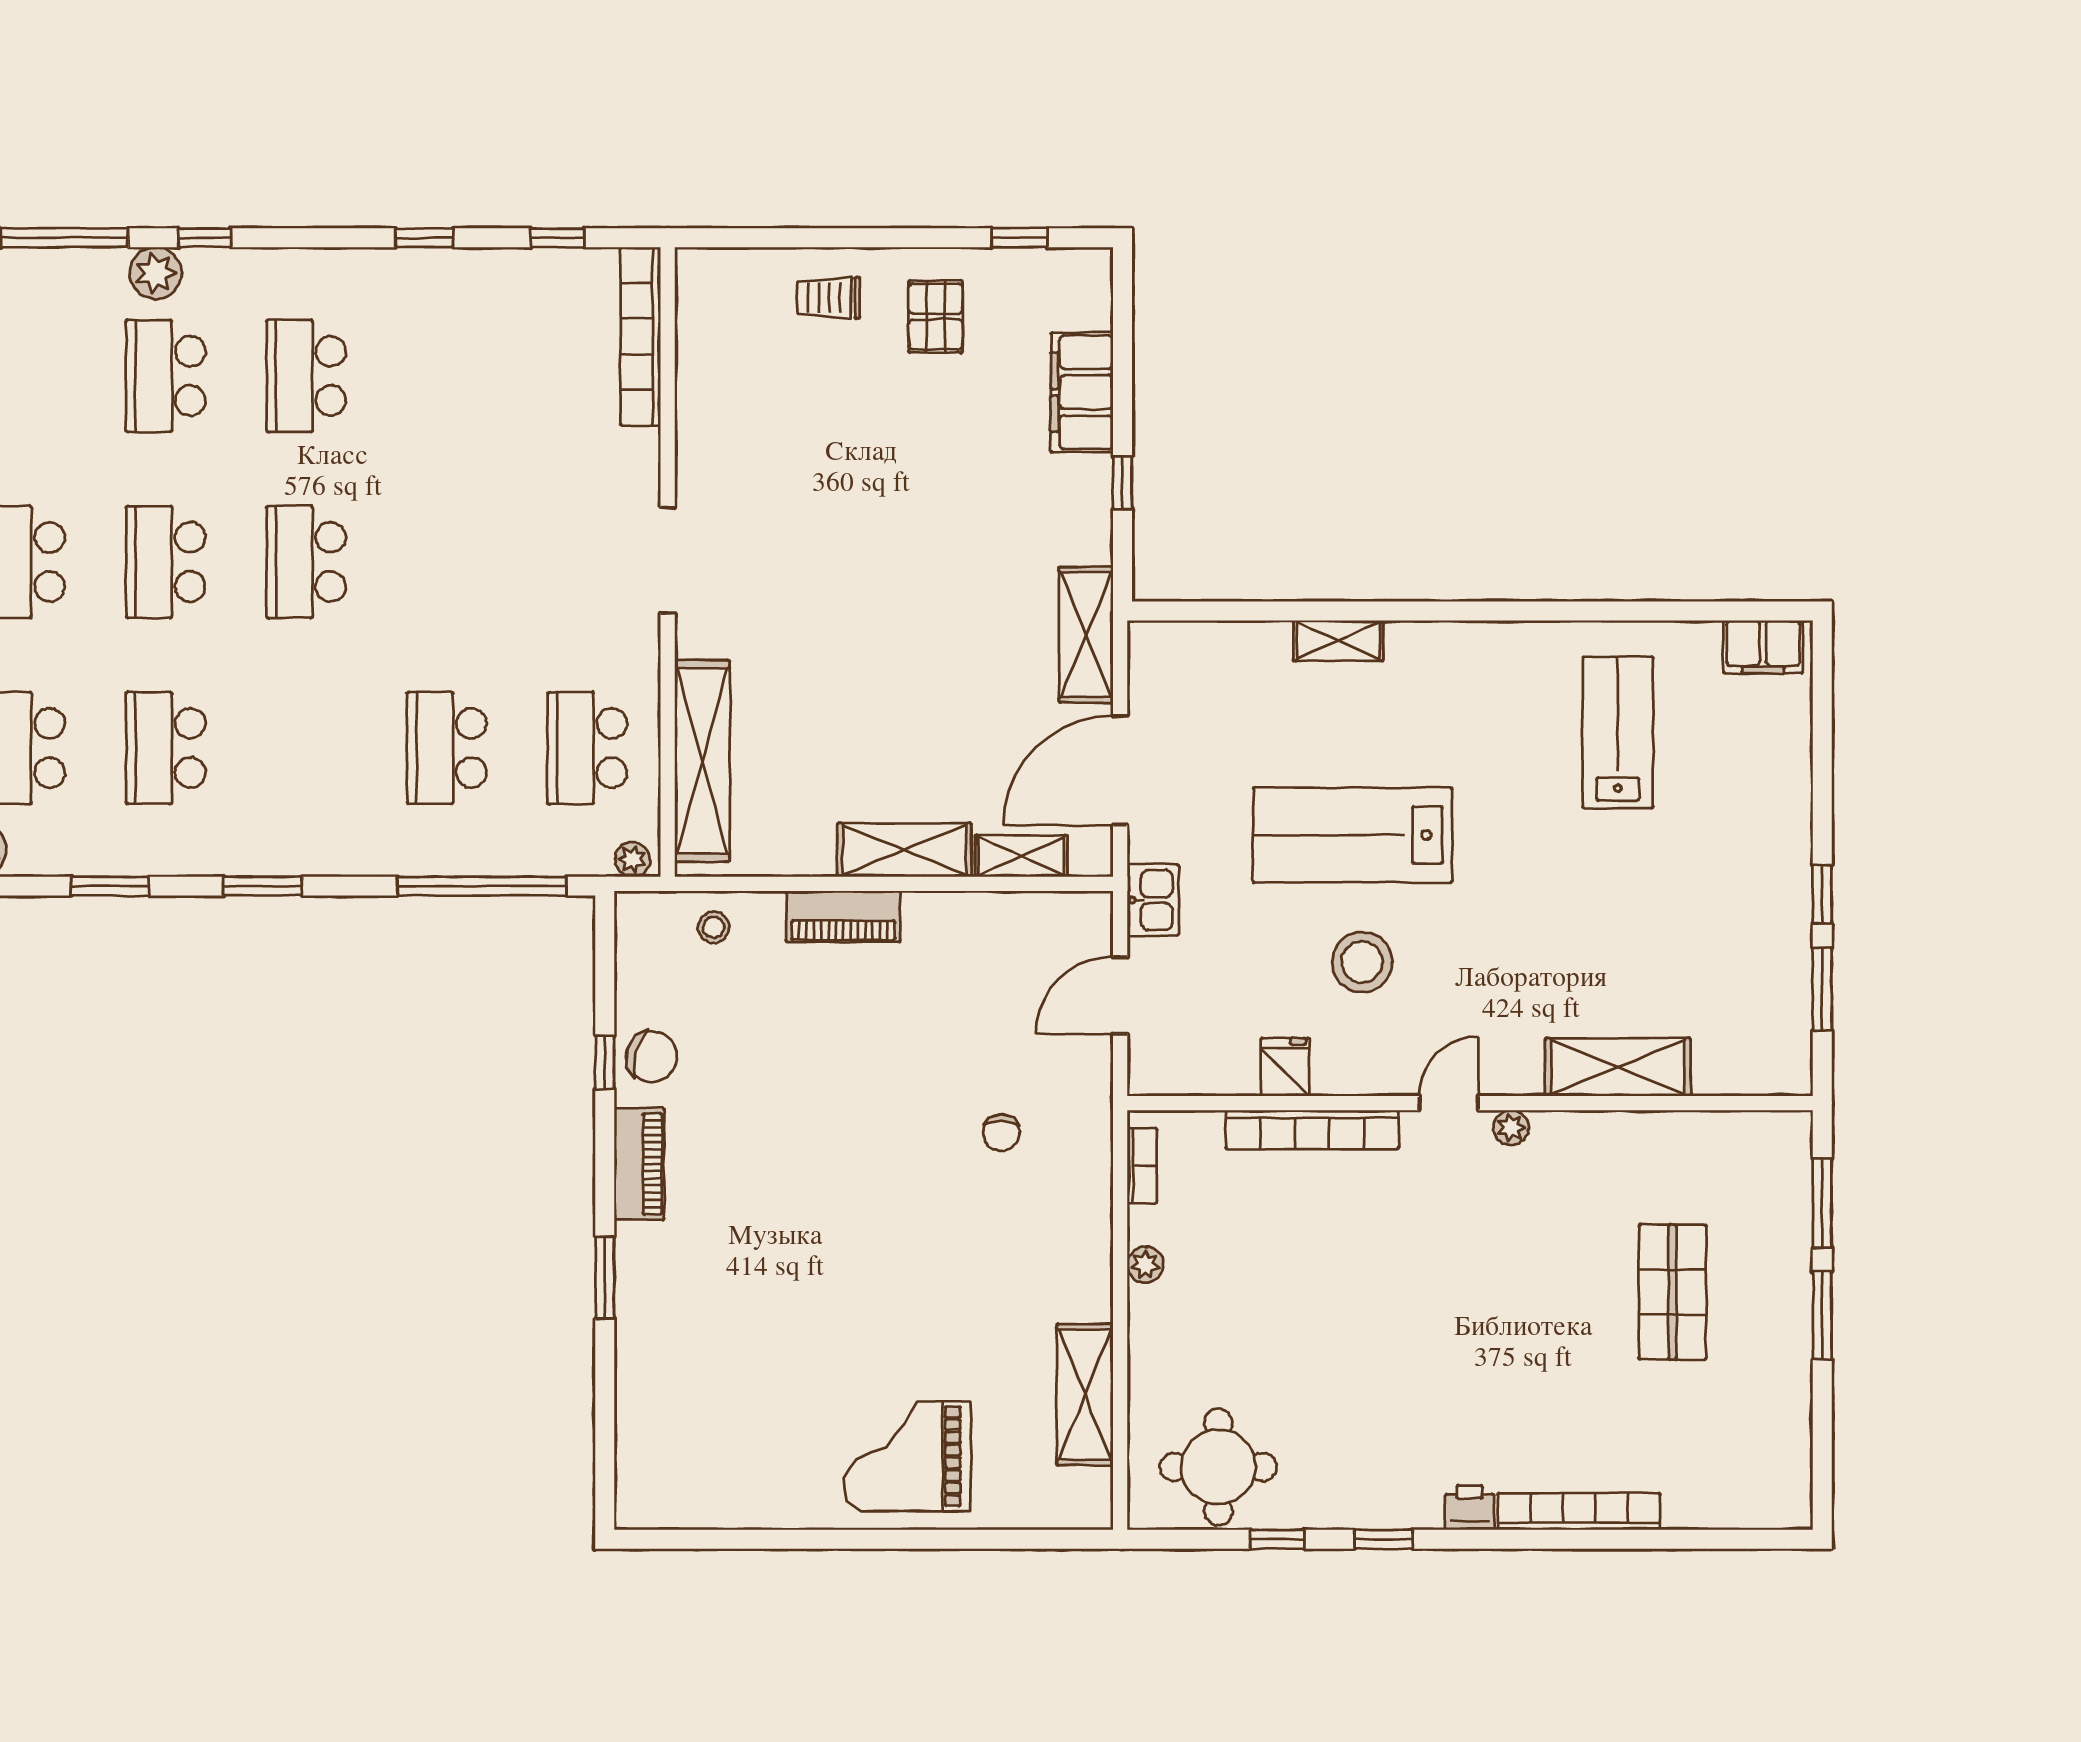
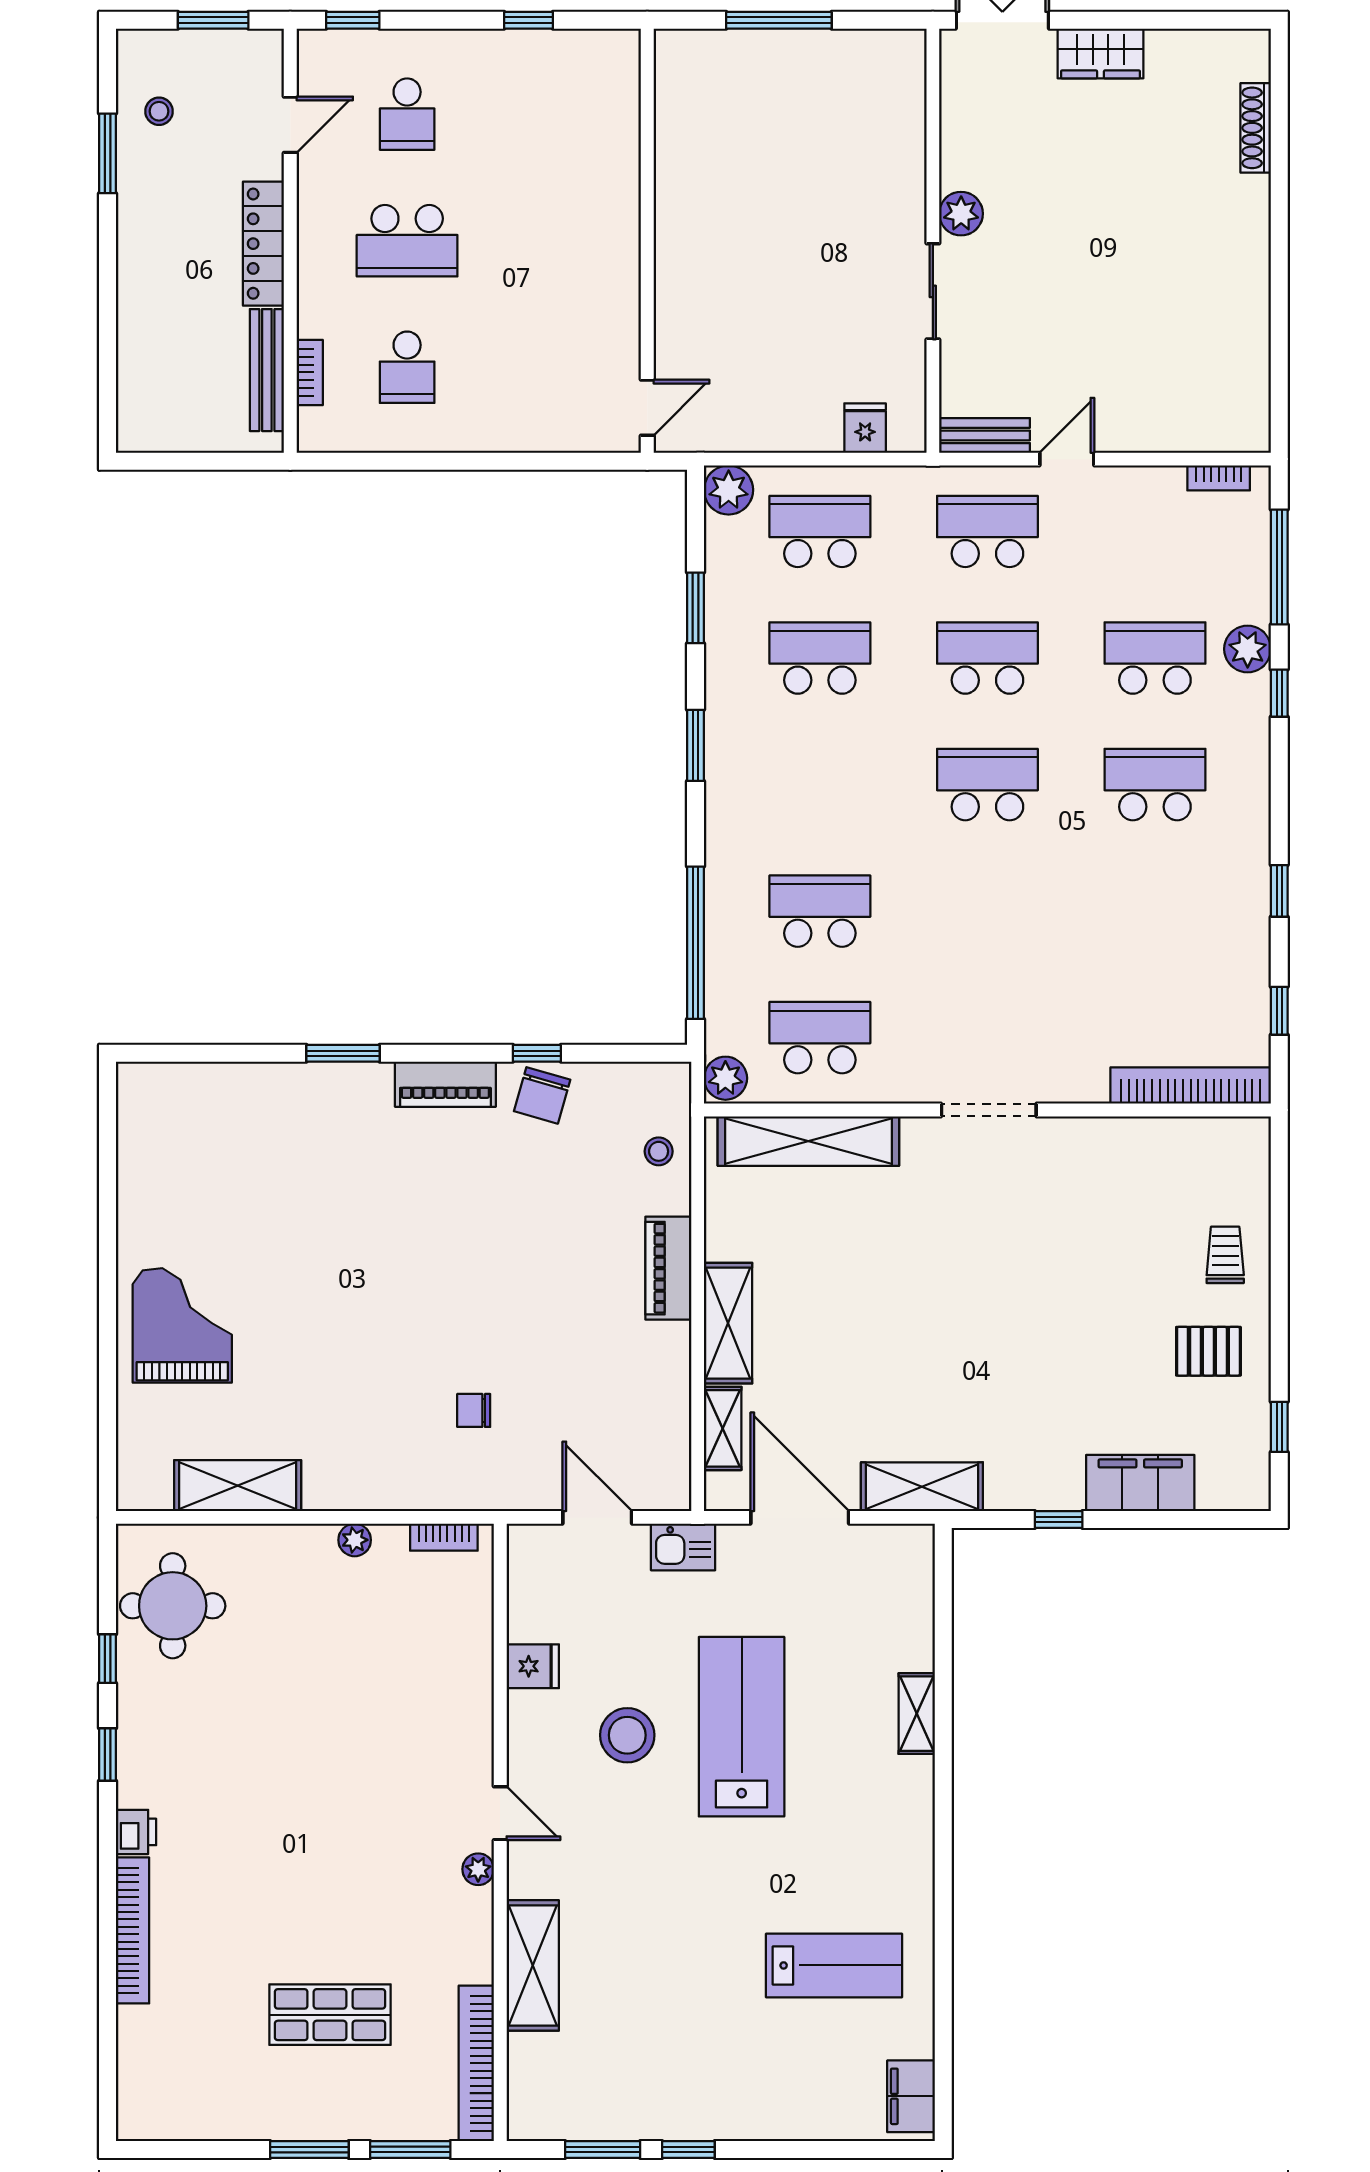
plant: (632, 859) -> (725, 1078), width x1.38, depth x1.38
bookcase: (1312, 1130) -> (476, 2063), moved

